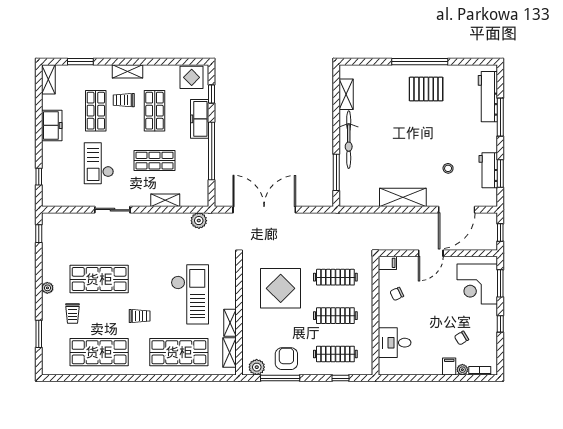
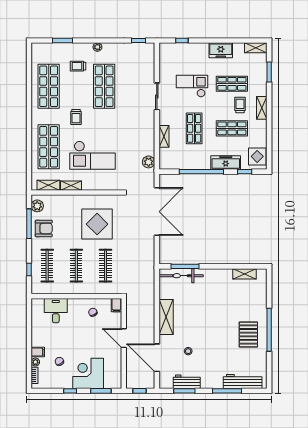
bicycle: (349, 140) -> (181, 276), moved
corner desk: (477, 284) -> (88, 373), moved

